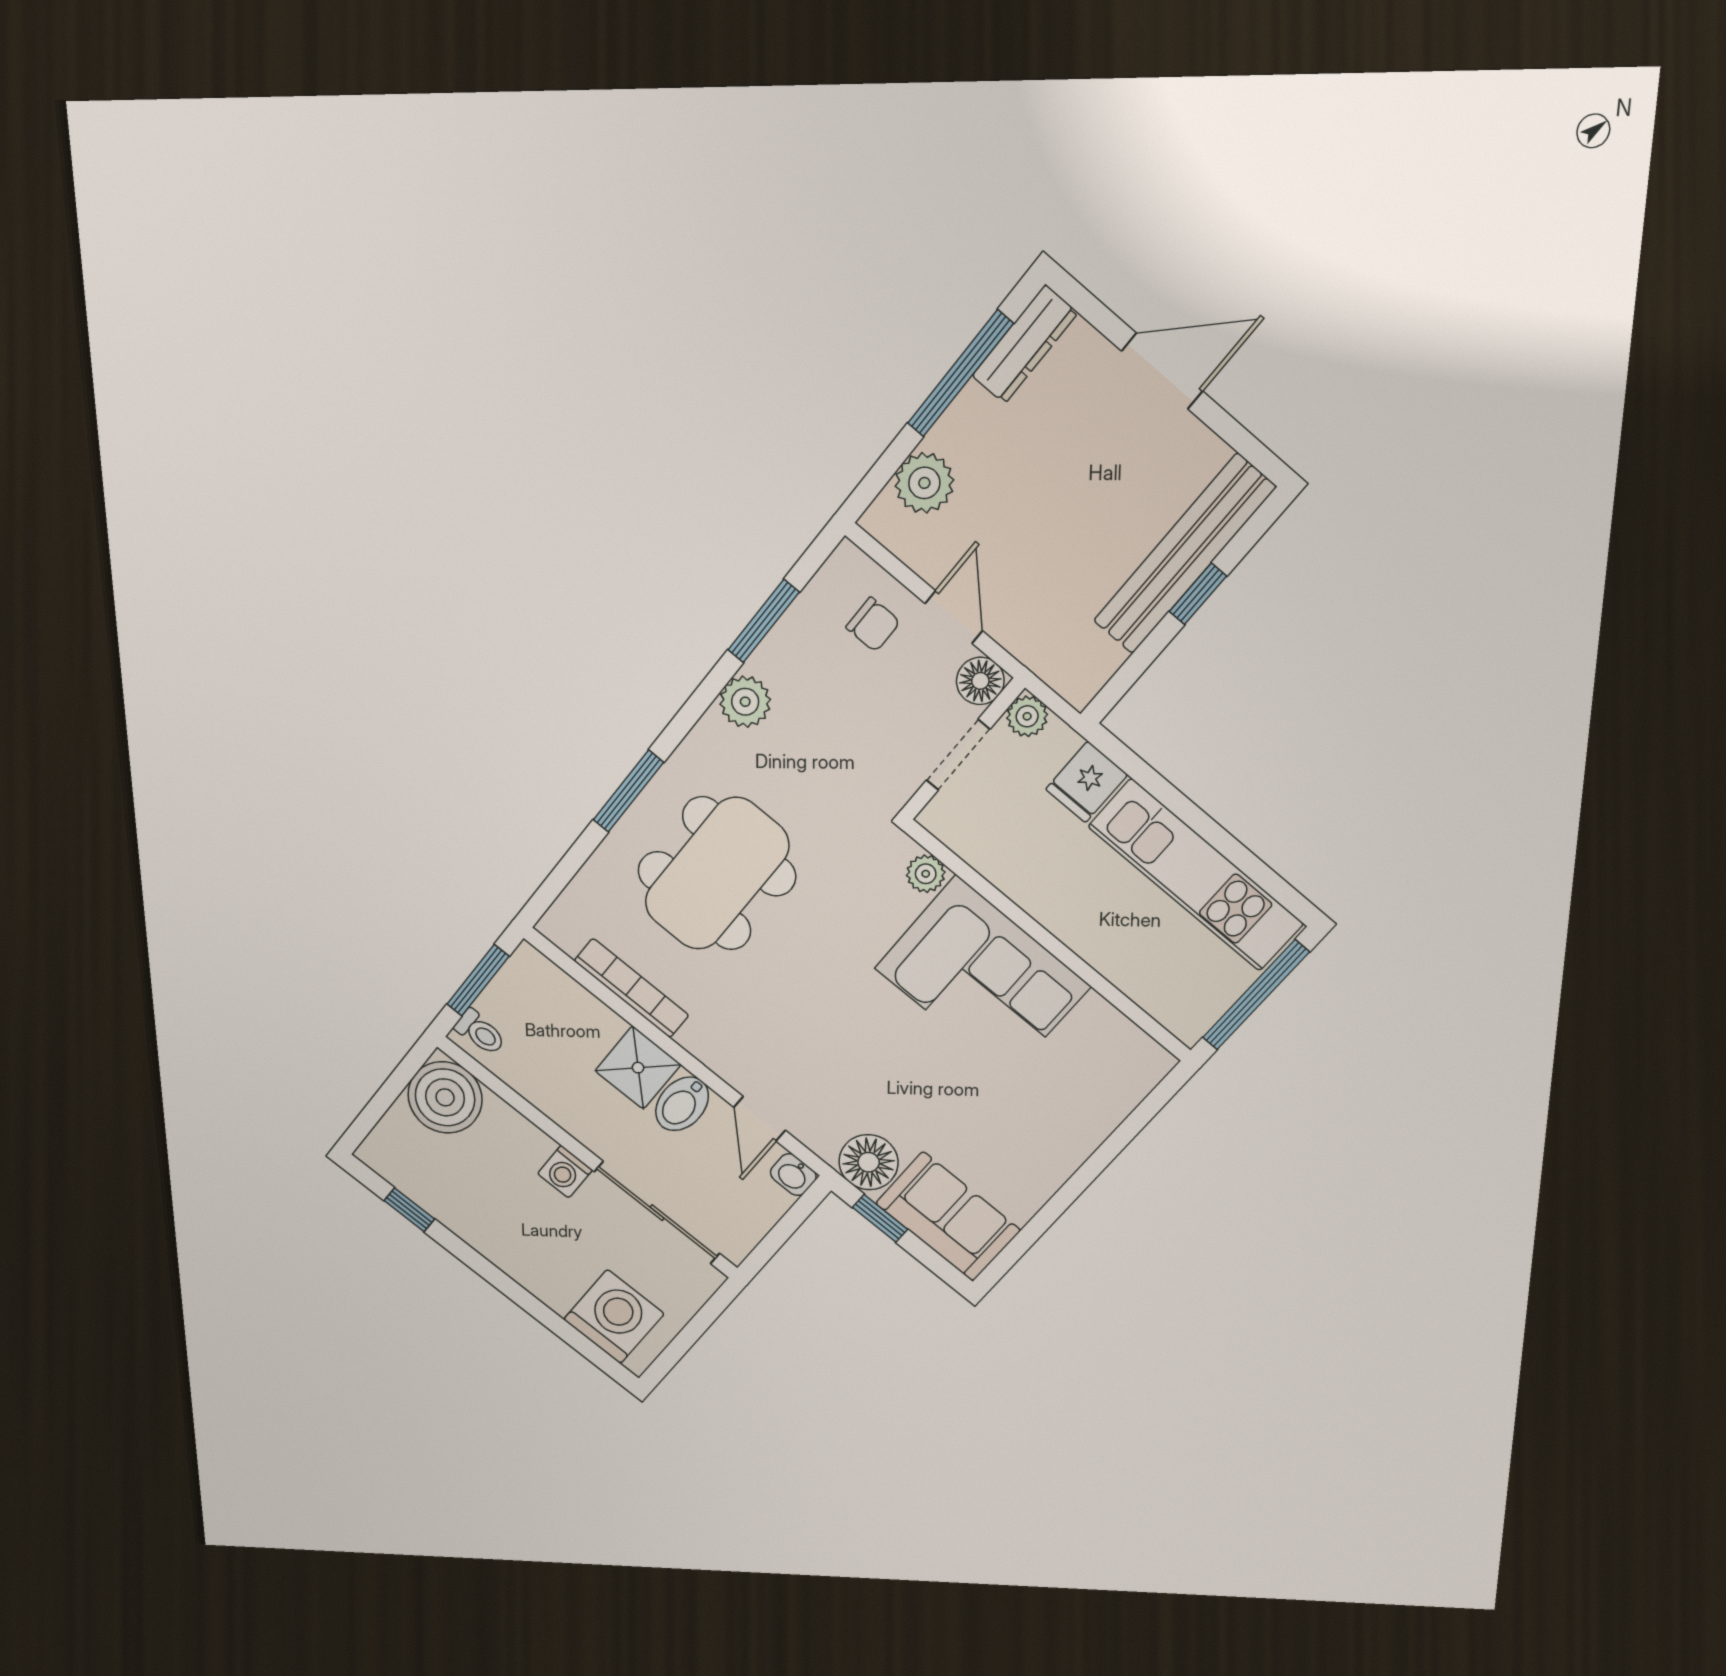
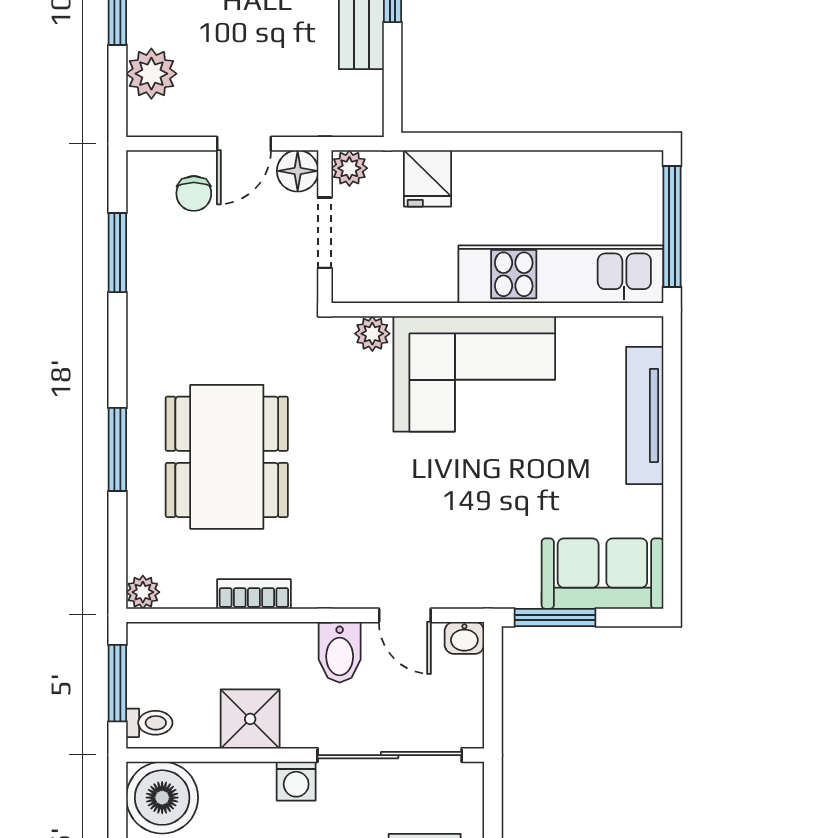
door: (954, 617) -> (244, 144), swing flipped
chair: (873, 625) -> (194, 193), turned 90
plant: (745, 702) -> (143, 592), moved, width x0.73, depth x0.73
kitchen unit: (1196, 875) -> (561, 274), moved, turned 180
bookcase: (631, 988) -> (254, 594), width x0.64
shower: (638, 1068) -> (250, 719), moved
tv unit: (1093, 1125) -> (645, 415), added
floor lamp: (869, 1162) -> (510, 581), removed
window: (880, 1218) -> (555, 617), width x1.50

